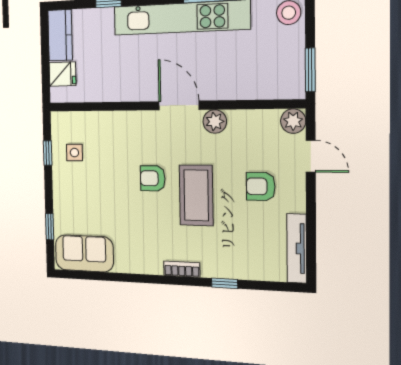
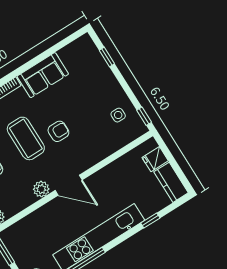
window: (48, 153) -> (144, 116), moved
sofa: (84, 253) -> (43, 75), moved

